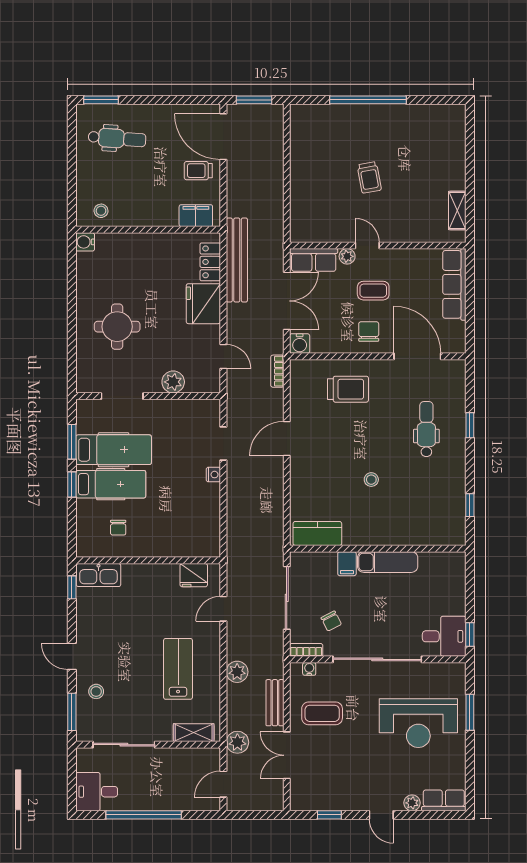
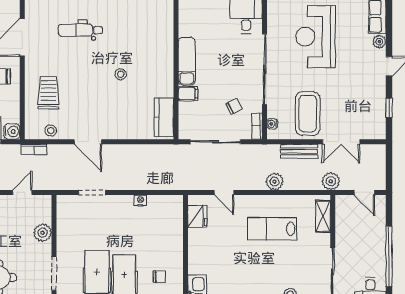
stool: (301, 392) -> (51, 131), added
nightstand: (213, 475) -> (140, 201), moved
coffee table: (322, 713) -> (308, 114), width x1.36, depth x1.32
reception desk: (418, 723) -> (316, 37), turned 180

